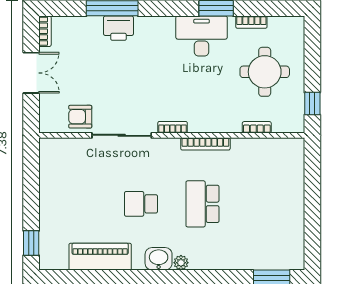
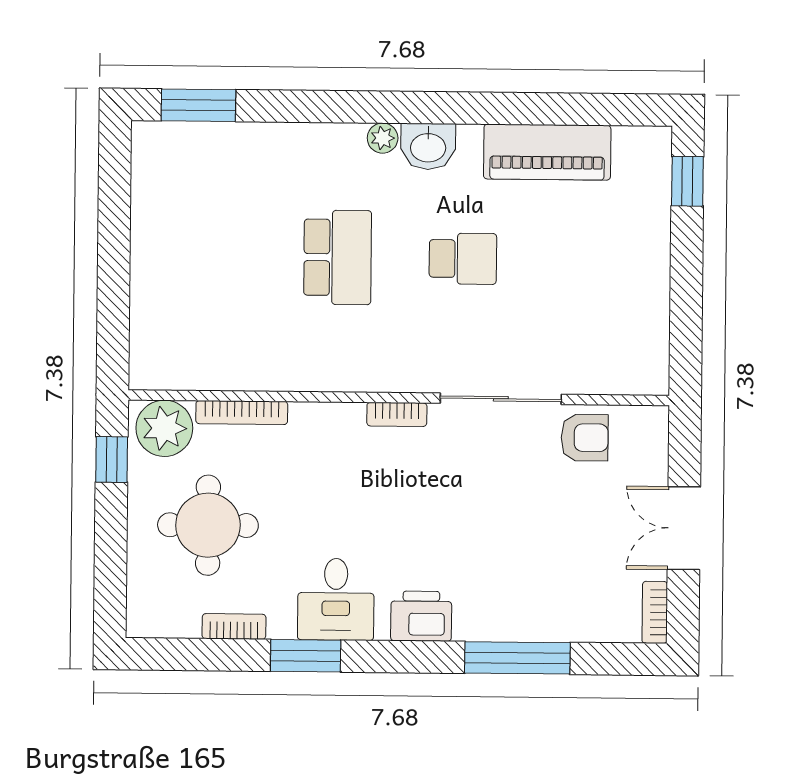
printer: (118, 28) -> (421, 616), moved
desk: (202, 36) -> (336, 599), width x0.73
plant: (287, 119) -> (164, 428), added
bookcase: (257, 127) -> (242, 413), width x1.56
bookcase: (205, 144) -> (330, 379), removed

